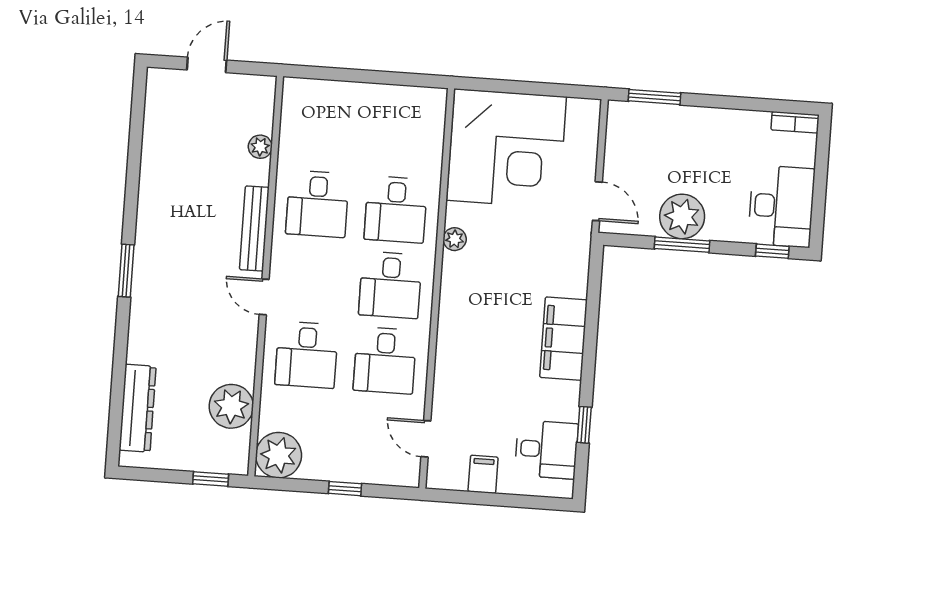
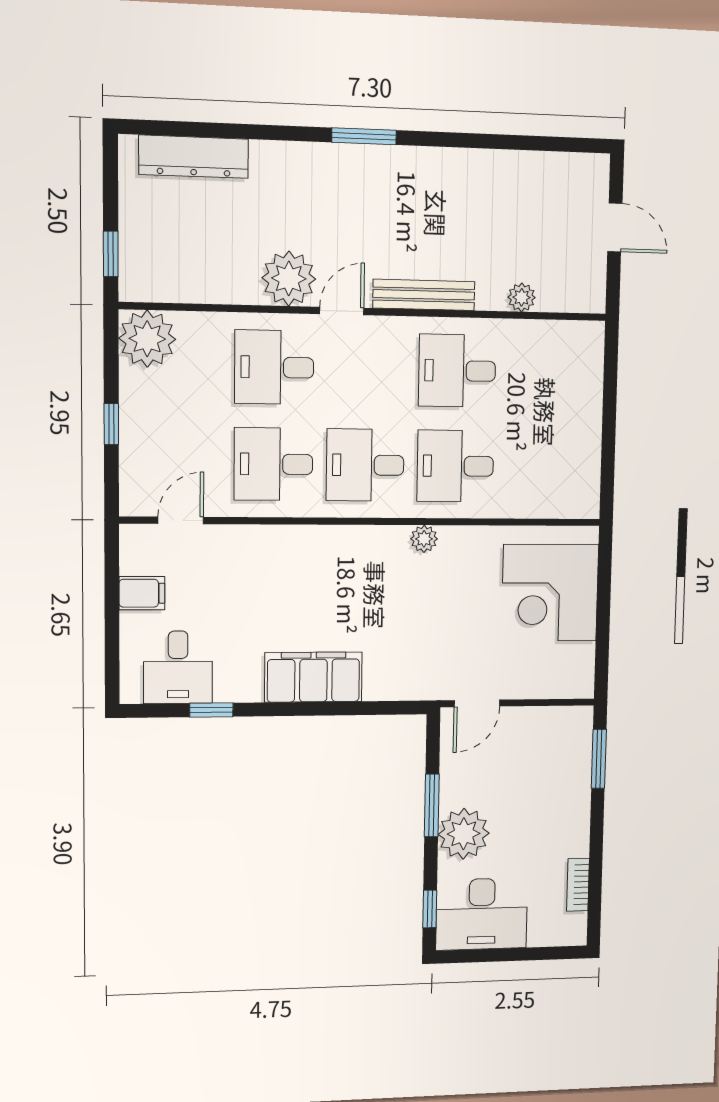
bookcase: (795, 122) -> (578, 885), moved
corner desk: (507, 148) -> (550, 593), width x0.74, depth x0.74
plant: (682, 216) -> (464, 834), moved
plant: (231, 406) -> (289, 278), moved

